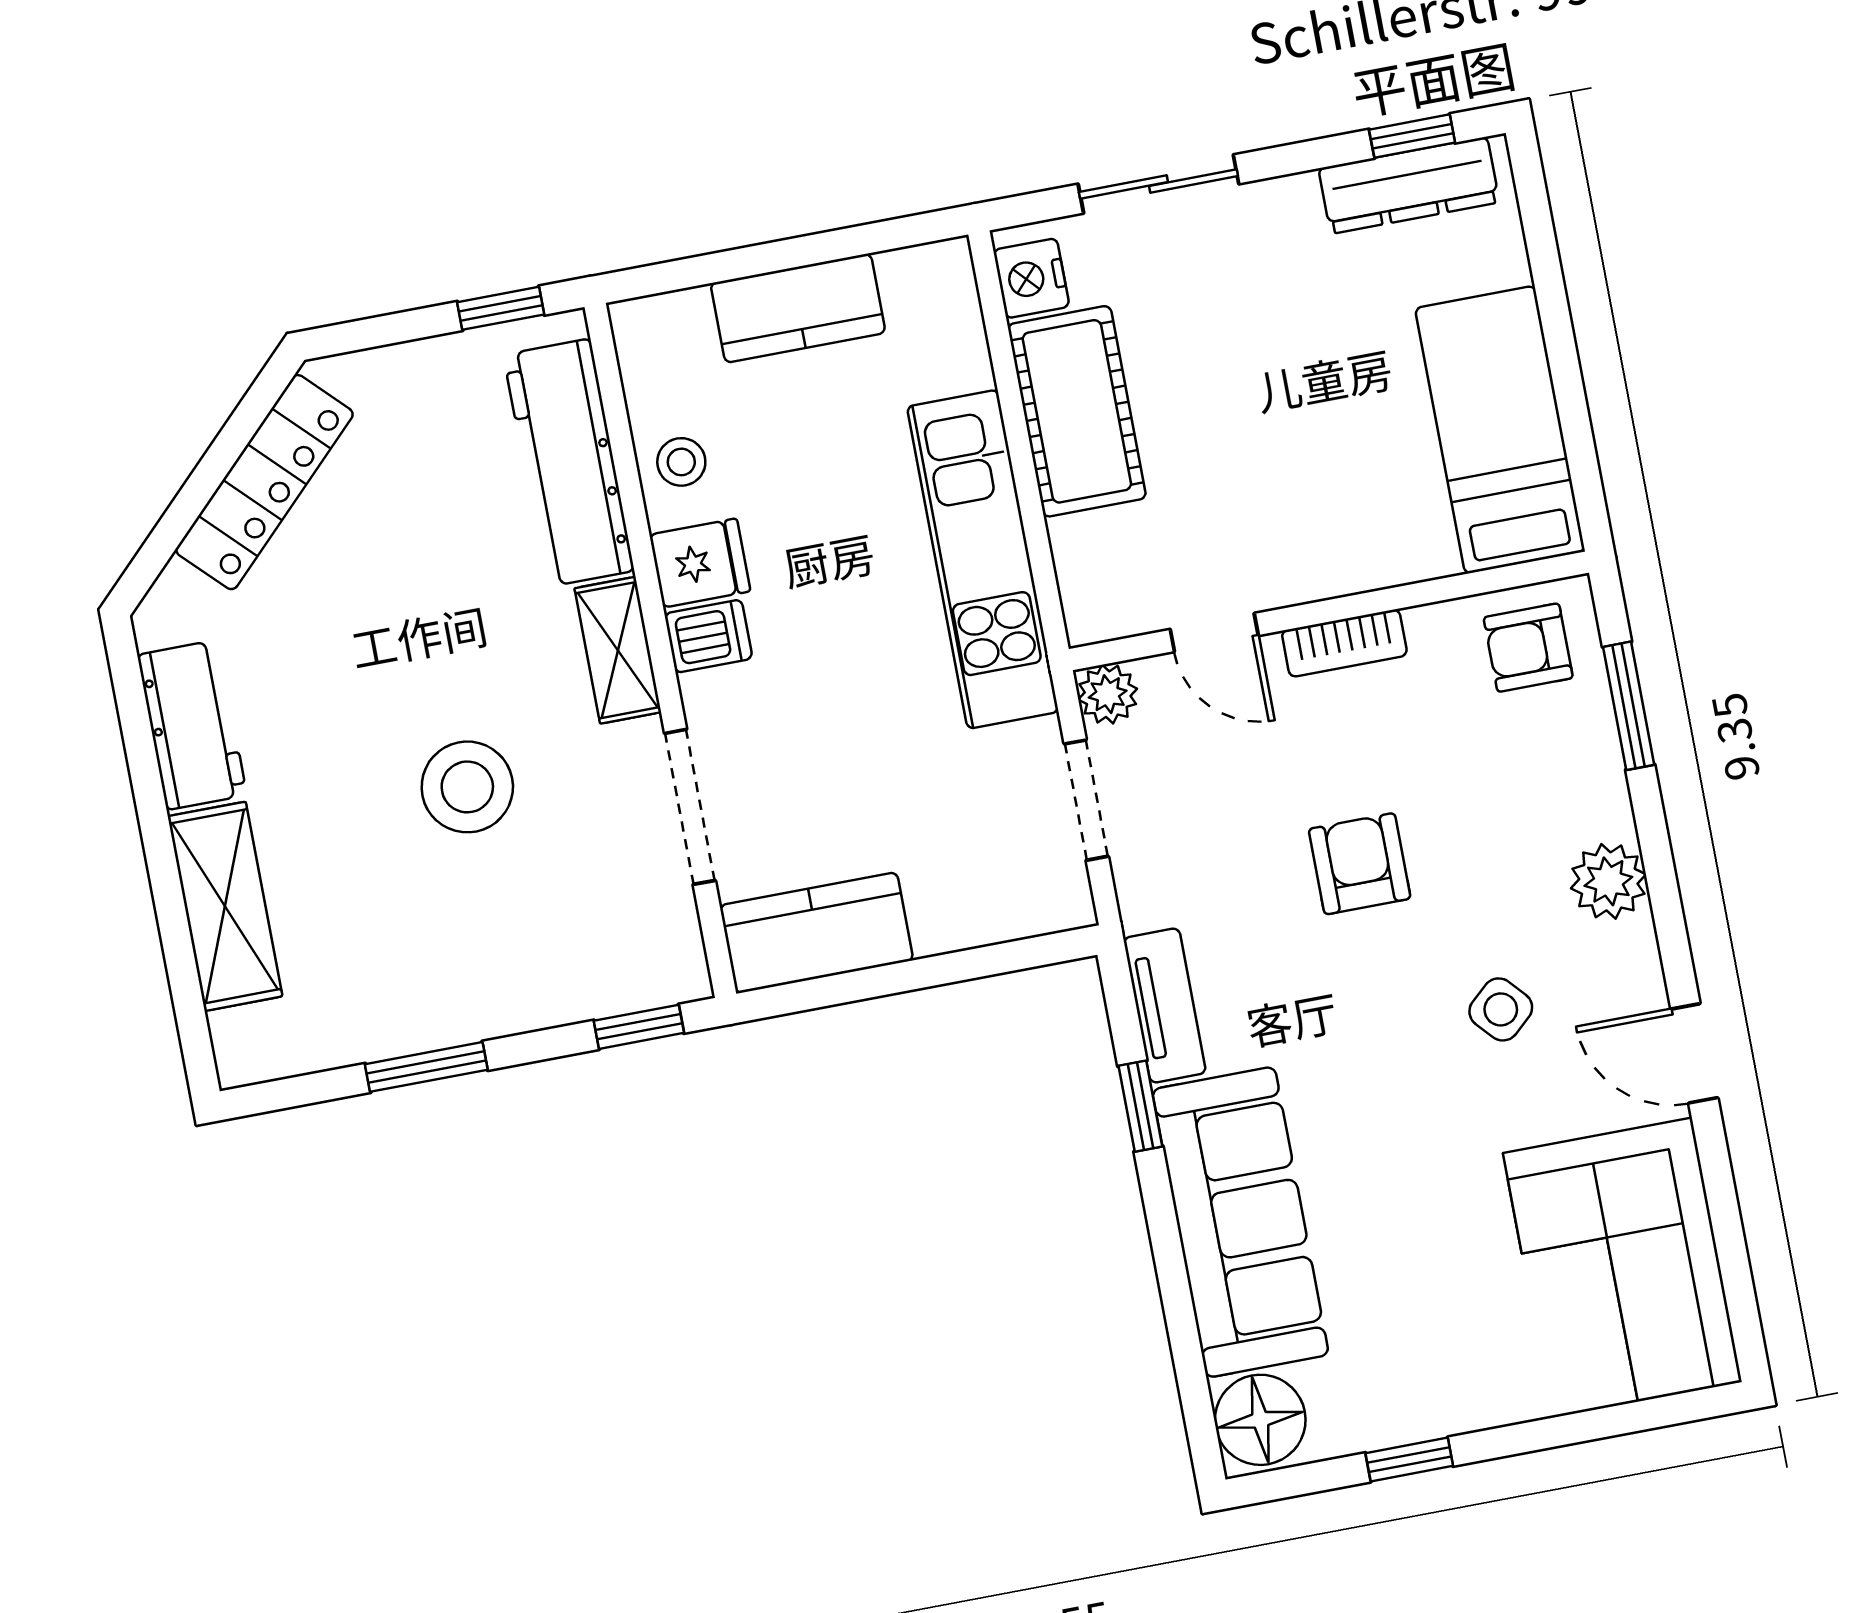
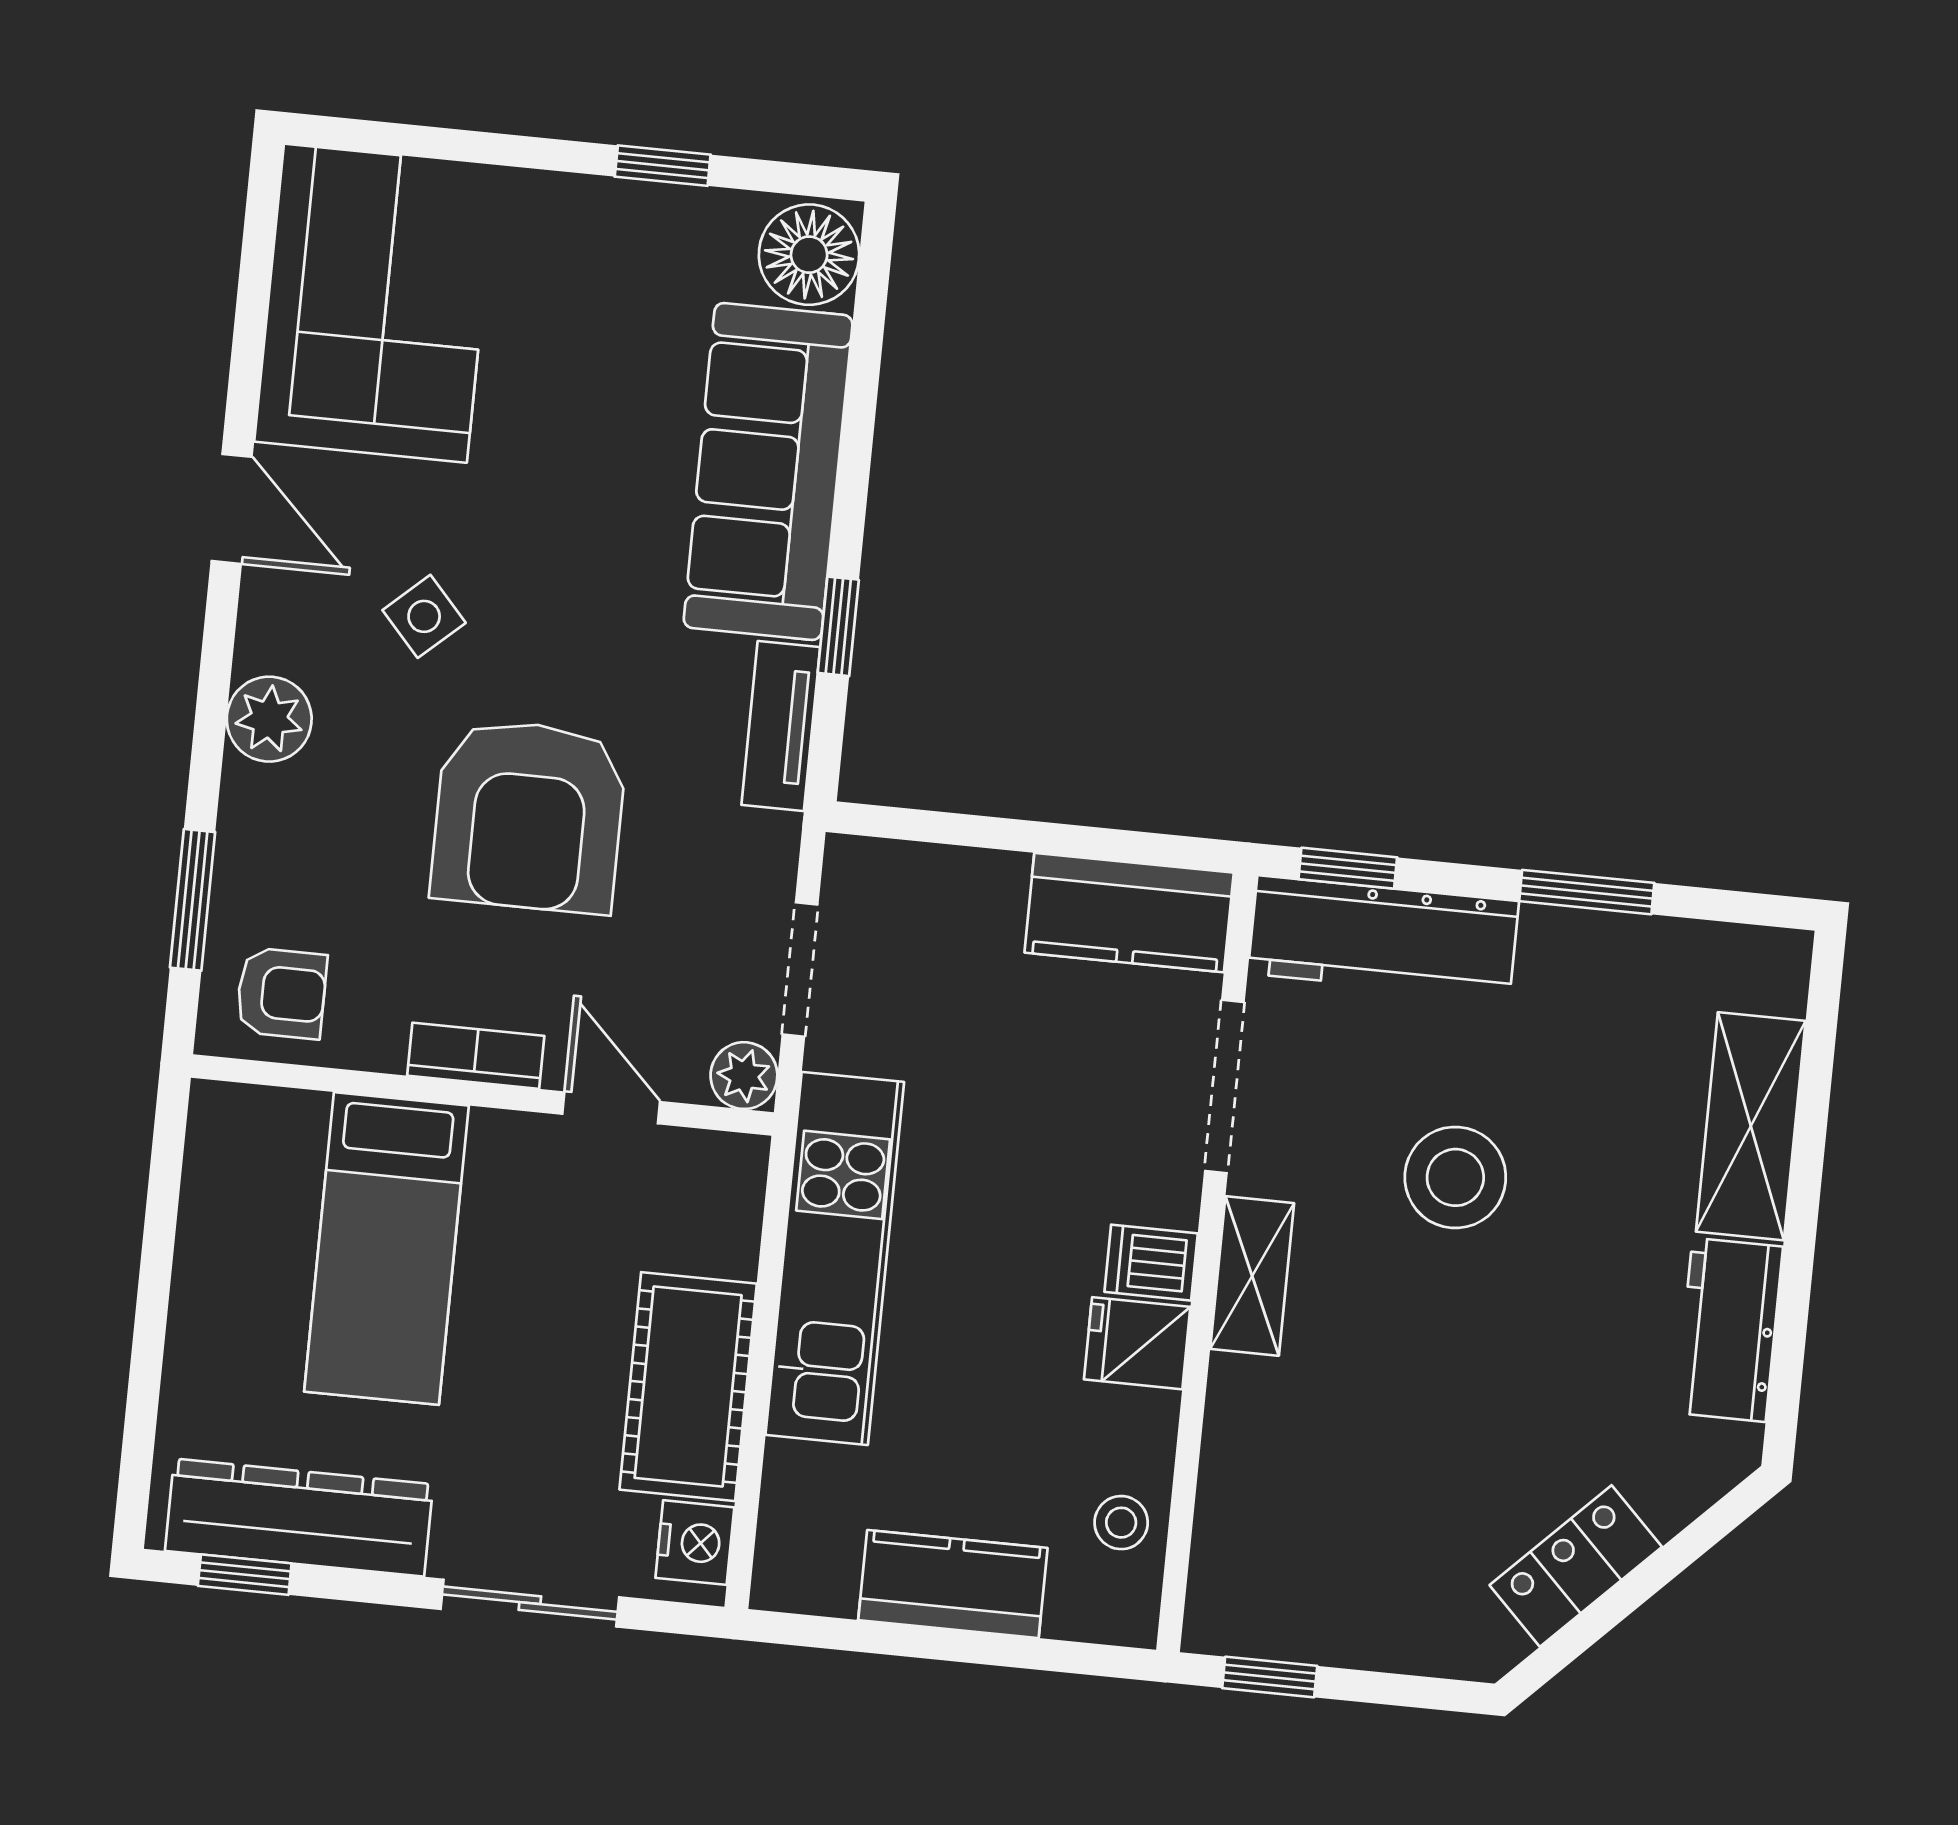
dresser: (1409, 185) -> (299, 1518), width x1.37, depth x1.24
bed: (1500, 430) -> (386, 1249), moved
stool: (681, 462) -> (1121, 1523), moved
workbench: (569, 463) -> (1383, 937), moved, turned 90
locker: (264, 482) -> (1576, 1566), width x0.66
armchair: (1360, 864) -> (529, 816), width x1.88, depth x1.88

